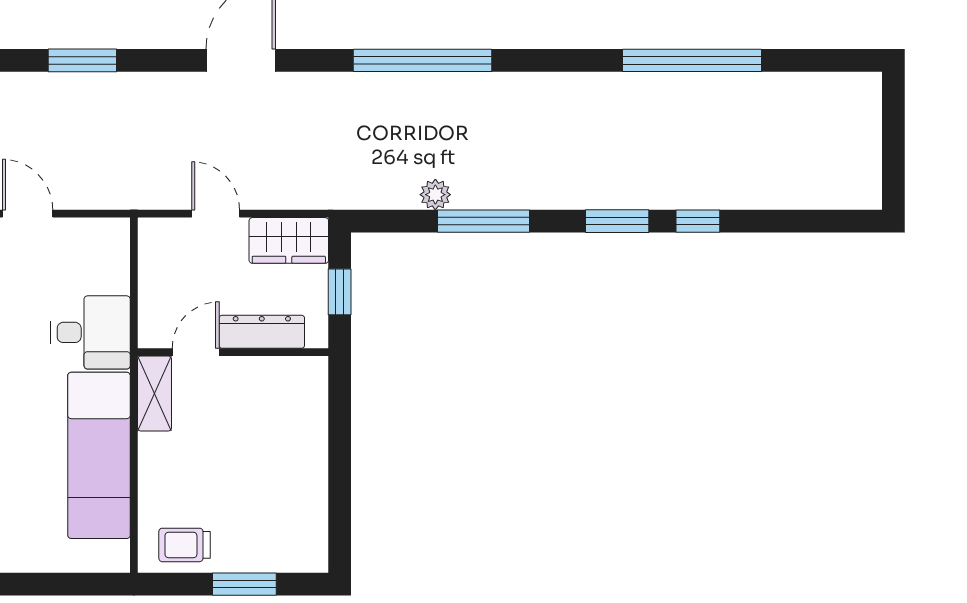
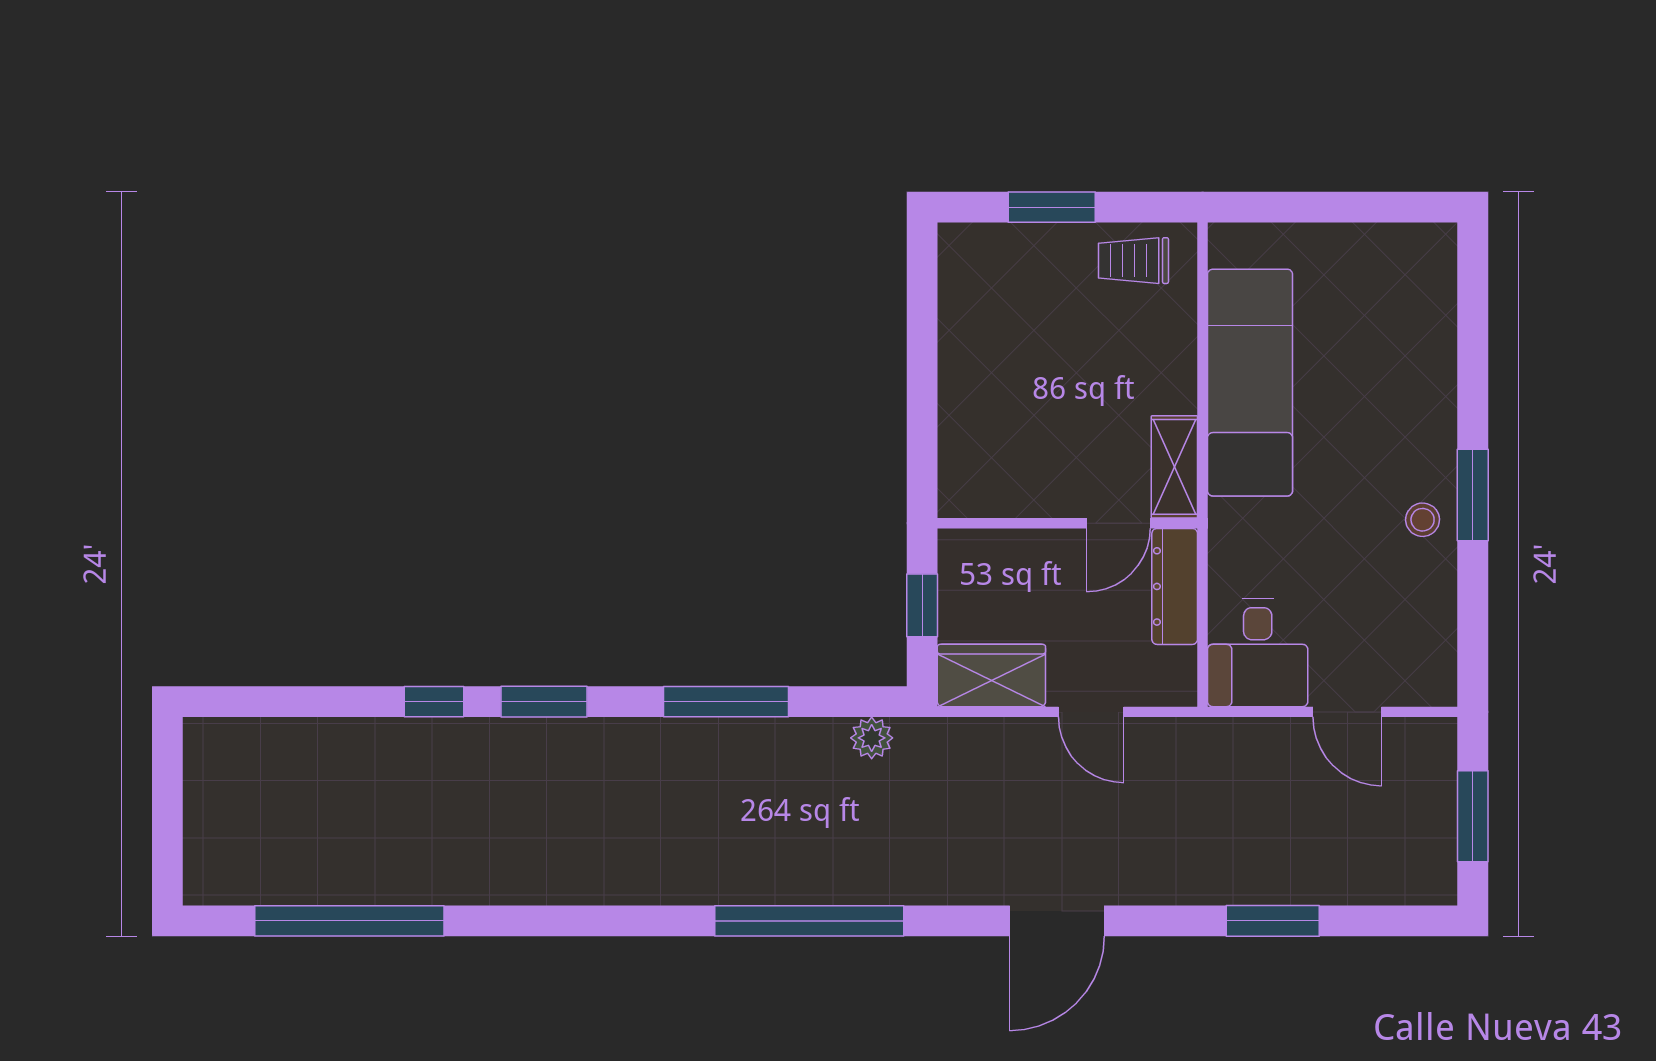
window: (692, 60) -> (349, 921), moved
plant: (435, 195) -> (872, 738), moved
desk: (91, 332) -> (1258, 653), moved, turned -90
dresser: (262, 332) -> (1175, 586), moved, turned 90
trolley: (185, 545) -> (1133, 261), turned 180

